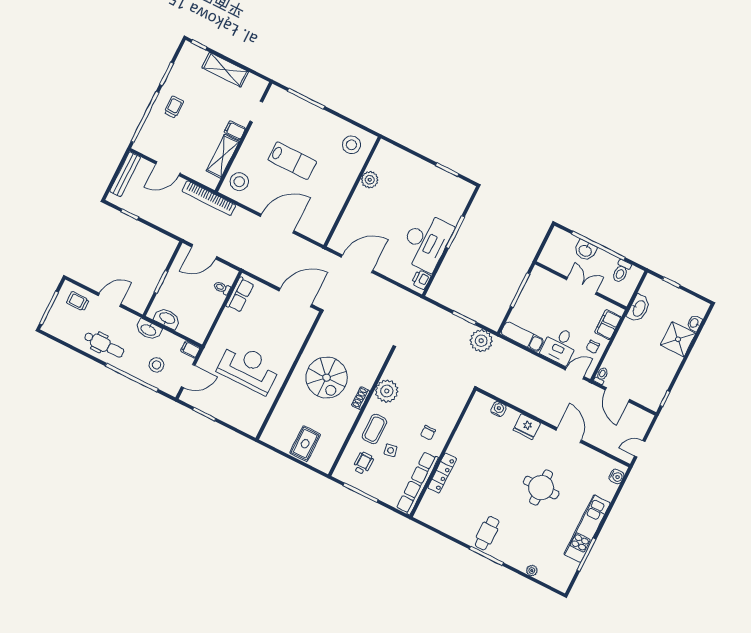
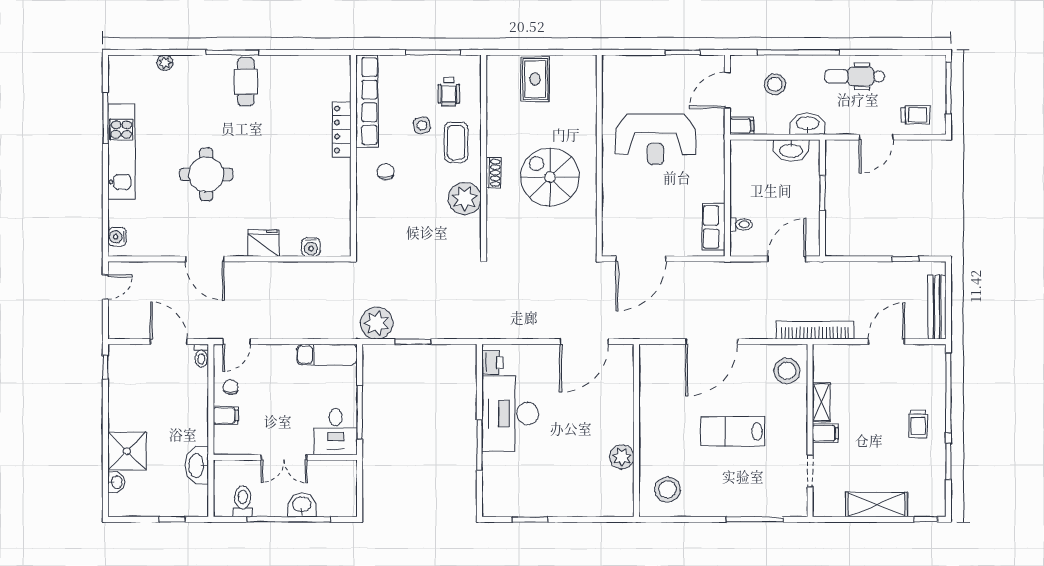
shelving: (223, 156) -> (821, 402), width x0.67, depth x0.75
filing cabinet: (608, 325) -> (226, 416), width x0.50
desk: (560, 346) -> (336, 432), moved, turned 180

